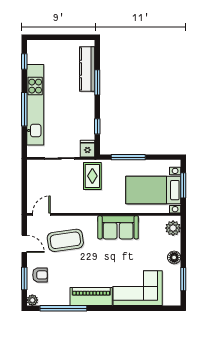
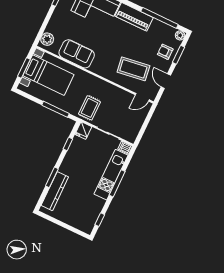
kitchen unit: (35, 105) -> (111, 175), width x0.73
dishwasher: (34, 152) -> (125, 148), added
sofa: (118, 227) -> (77, 54), moved
floor lamp: (174, 257) -> (57, 16), removed

